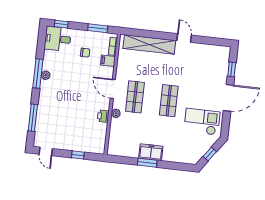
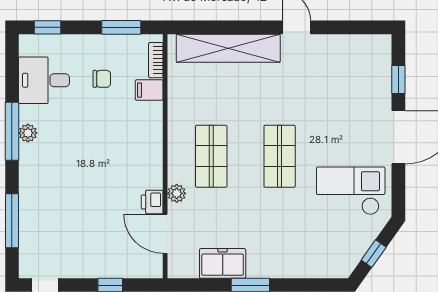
desk: (58, 39) -> (44, 80), moved
door: (113, 89) -> (165, 234), moved
freezer: (151, 152) -> (223, 263), moved

